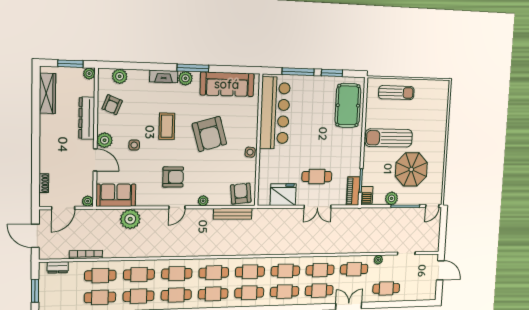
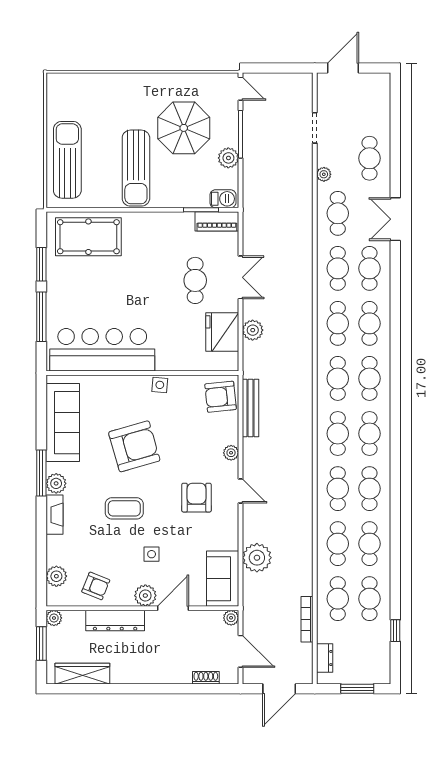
sun lounger: (396, 93) -> (67, 160), width x1.36, depth x1.34
plant: (283, 215) -> (253, 330), added

